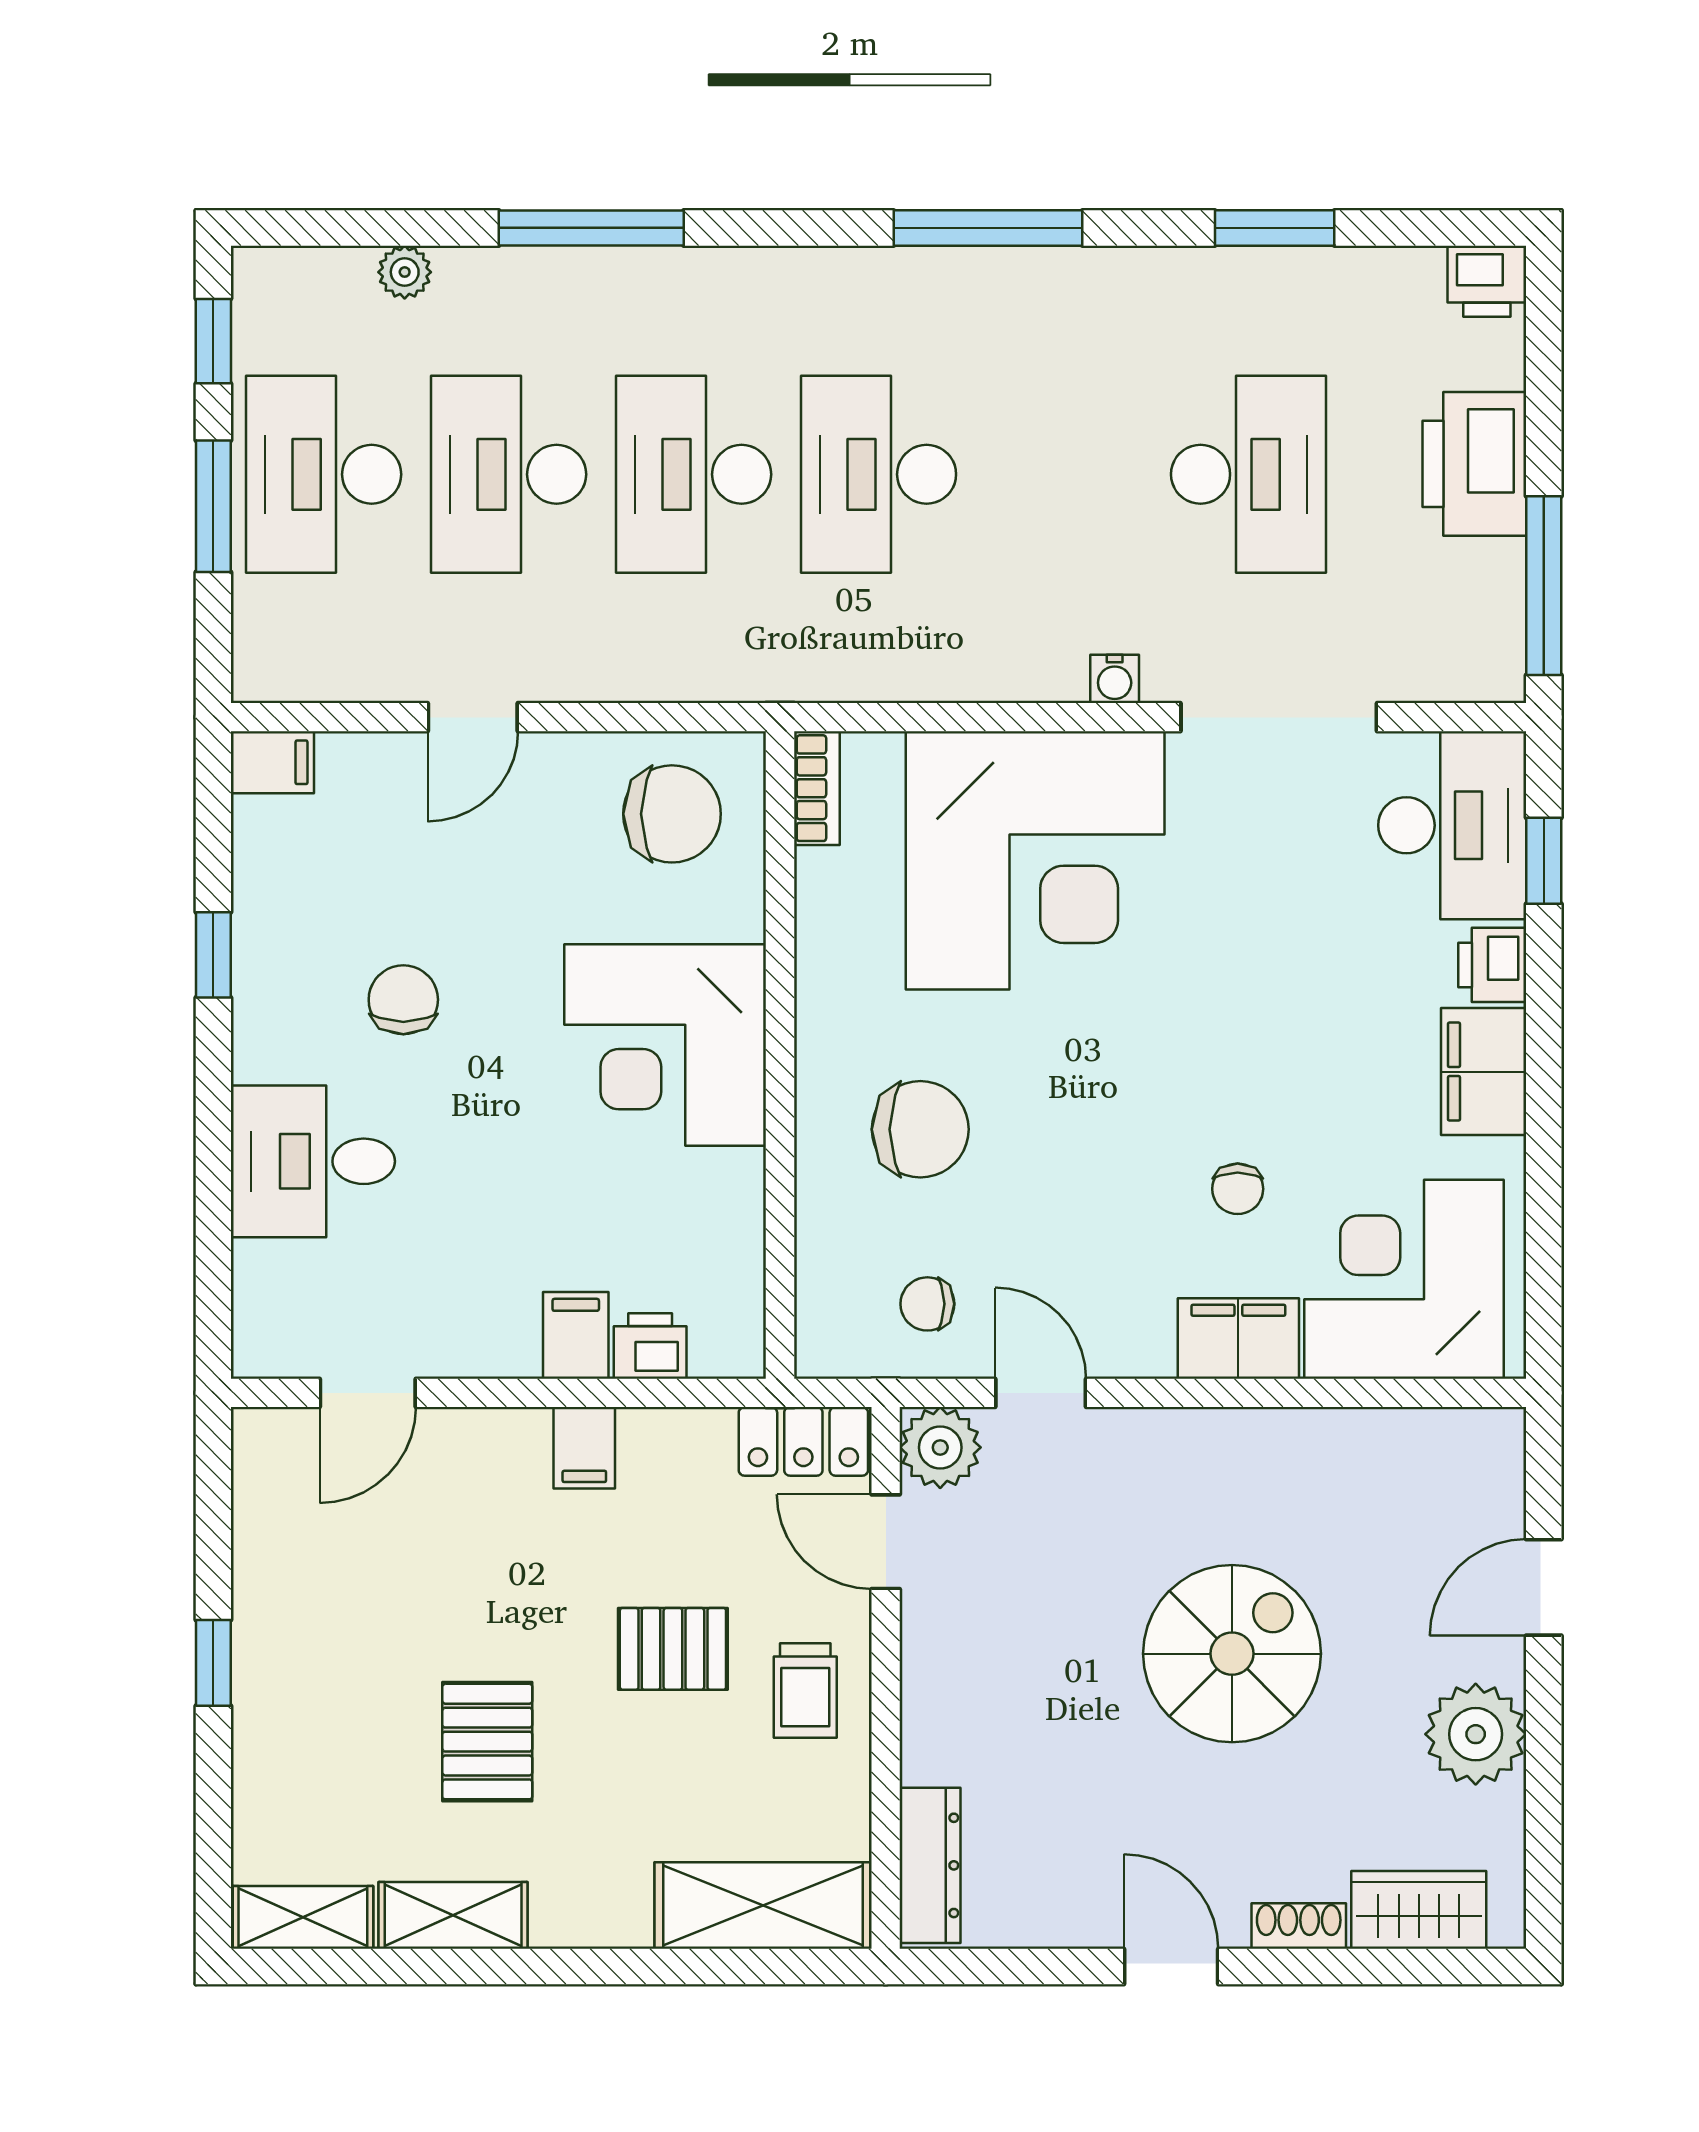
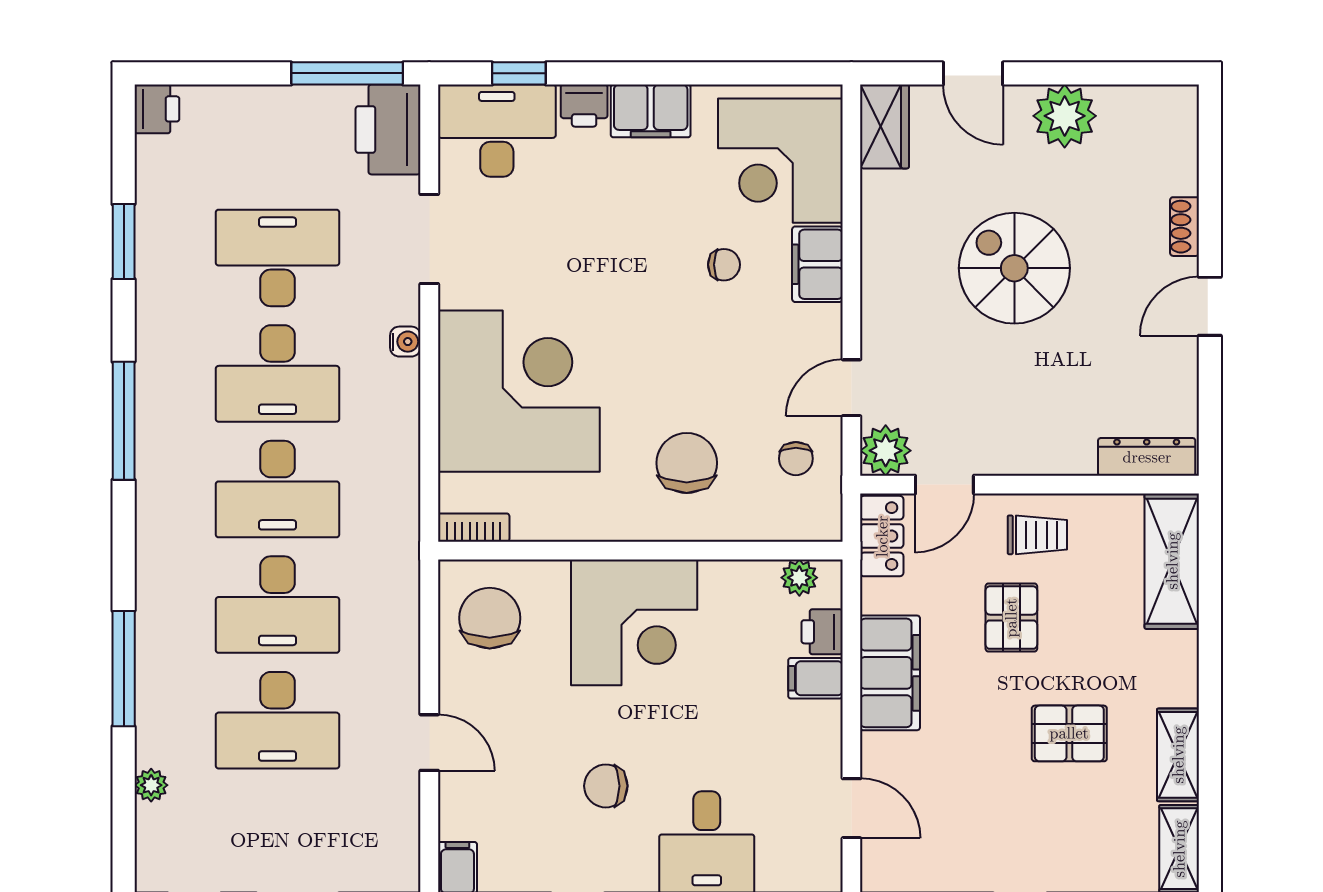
printer: (1474, 464) -> (388, 129), moved, turned 90
desk: (324, 474) -> (278, 373), moved
doorway: (1279, 717) -> (429, 239), width x0.73
plant: (737, 1309) -> (799, 578), added
filing cabinet: (584, 1448) -> (890, 673), width x3.00, depth x1.17
wardrobe: (1419, 1910) -> (885, 126), moved, turned 180

